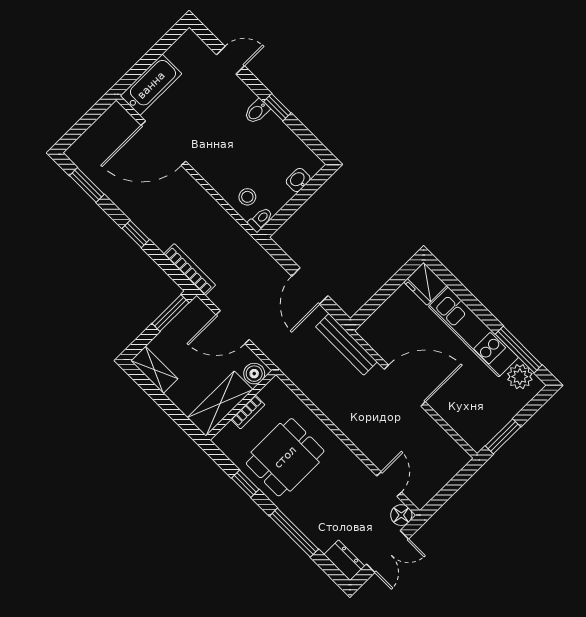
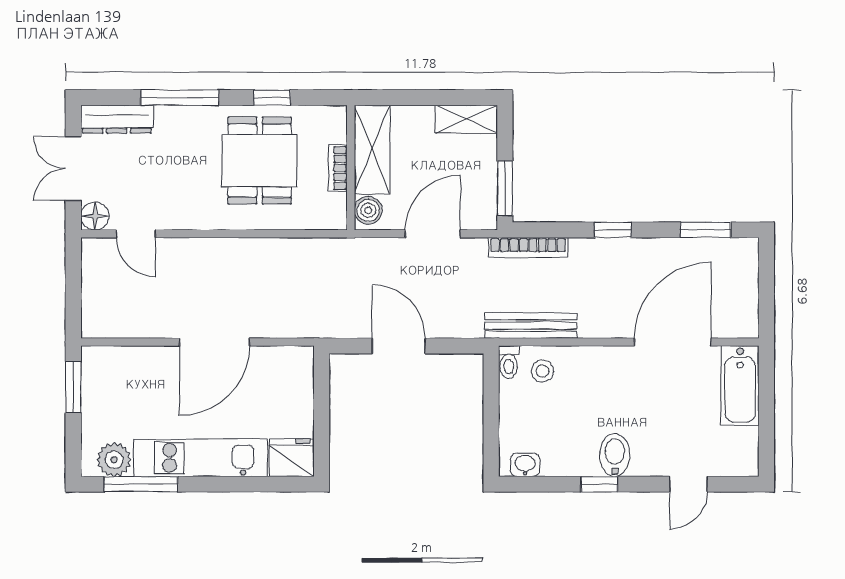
bidet: (257, 111) -> (615, 455), width x1.38, depth x1.36
washbasin: (298, 180) -> (525, 465), moved, turned -90
bench: (346, 344) -> (531, 326), moved
dresser: (344, 560) -> (117, 119), width x1.44

